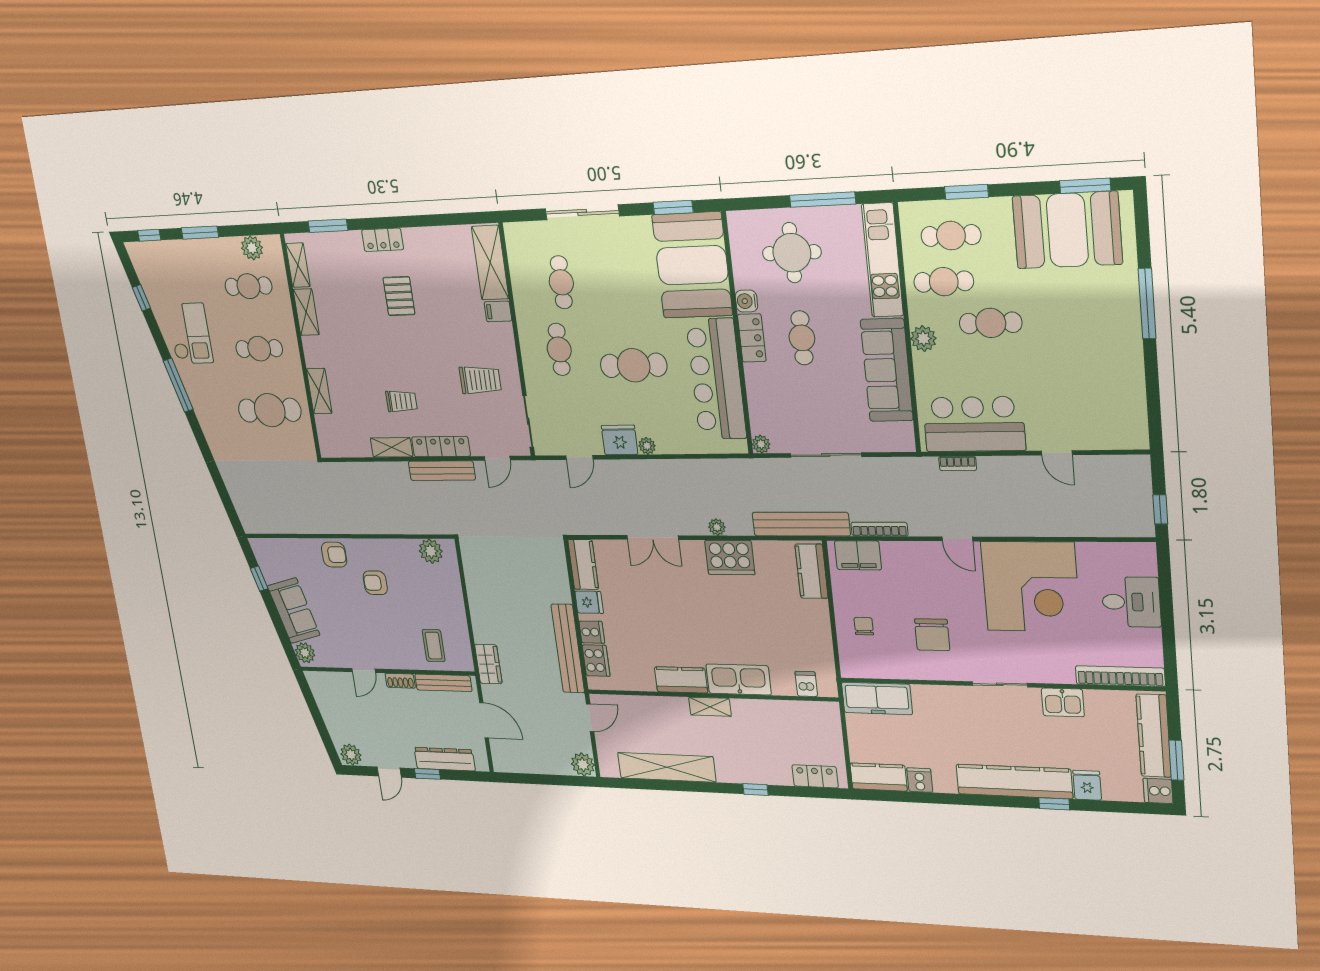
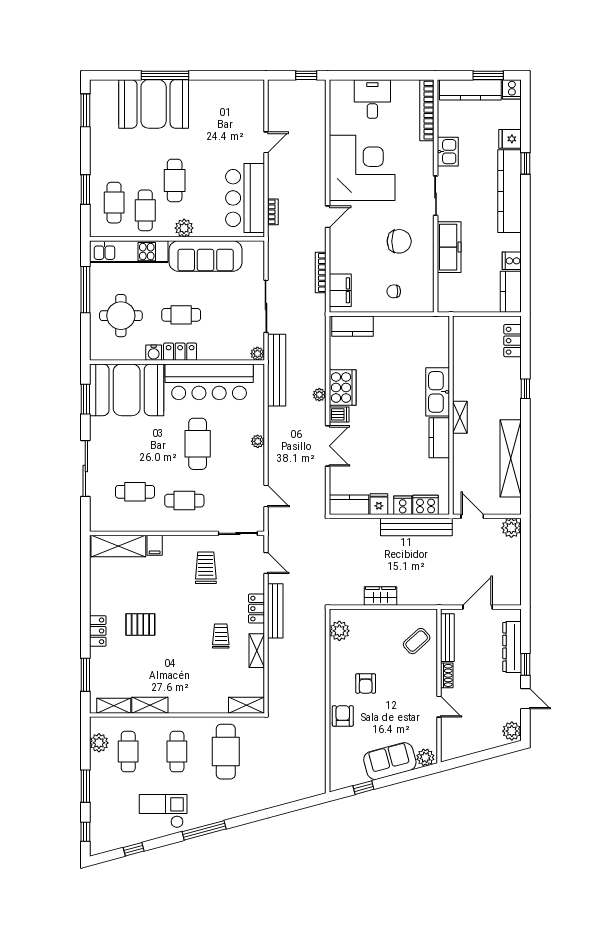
booth: (1067, 230) -> (154, 104), moved, turned 90
shelving: (319, 391) -> (246, 705), moved
fridge: (620, 440) -> (253, 462), removed
locker: (441, 447) -> (256, 609), width x0.66
bench: (801, 524) -> (277, 370), moved
coffee table: (434, 646) -> (417, 641), turned -42
wardrobe: (488, 664) -> (380, 596), moved
dishwasher: (806, 684) -> (339, 414), moved, turned 180
freezer: (877, 698) -> (449, 247), moved

